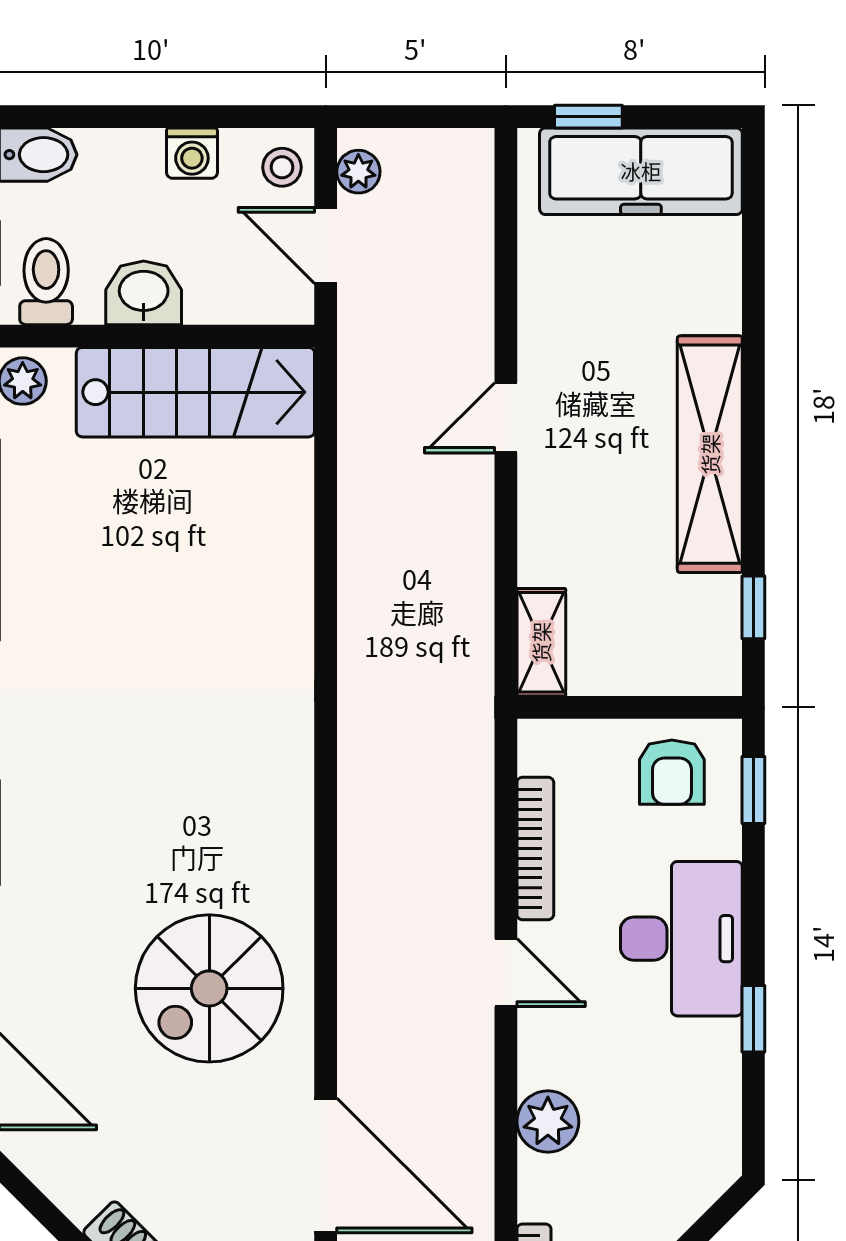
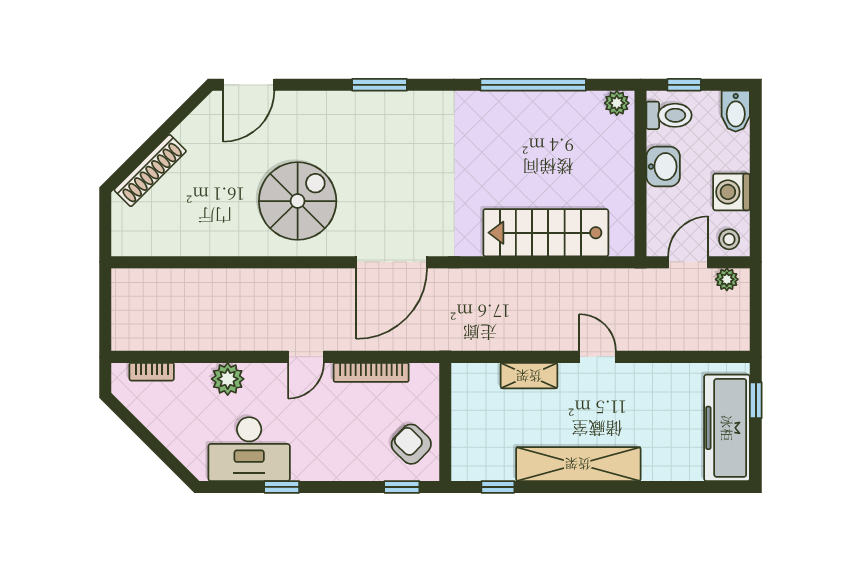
washing machine: (192, 153) -> (732, 192), width x1.38, depth x1.38
stairs: (195, 392) -> (546, 233), moved, turned 90
shelving: (541, 642) -> (529, 376), moved
armchair: (672, 772) -> (411, 444), turned 44
desk: (681, 939) -> (249, 449), moved
spiral stairs: (209, 988) -> (298, 201), turned 90
door: (326, 1165) -> (392, 262), moved

